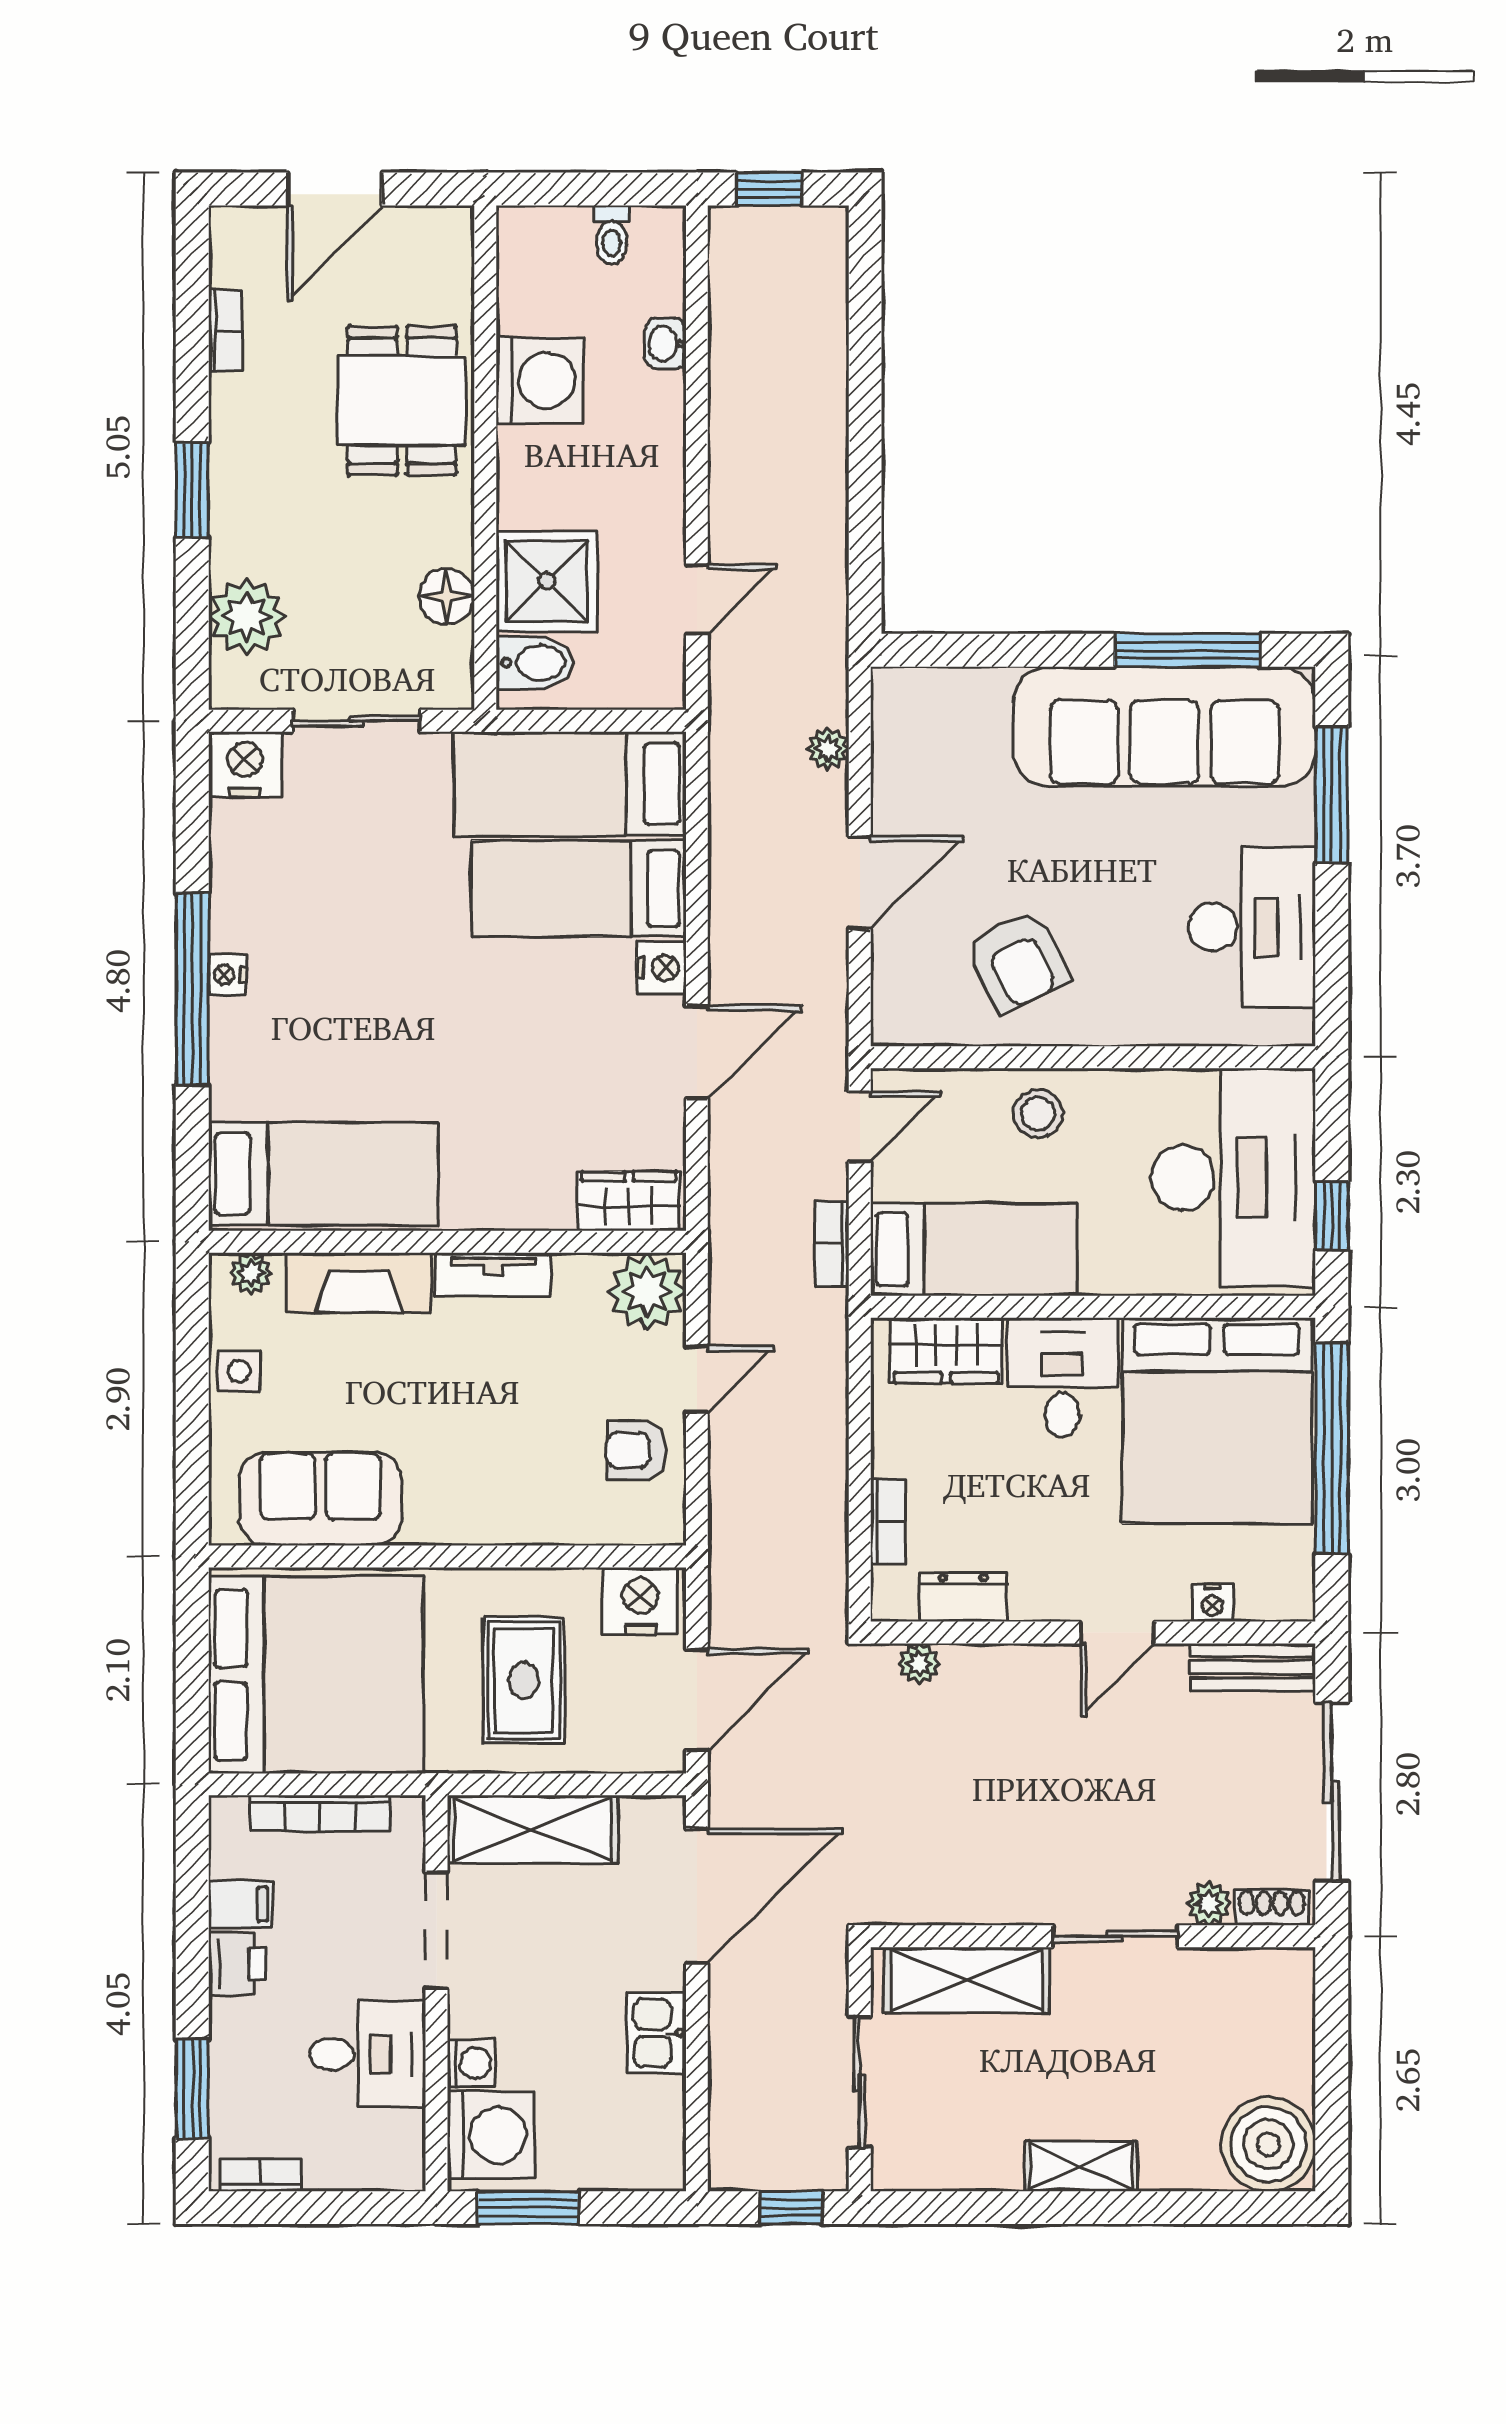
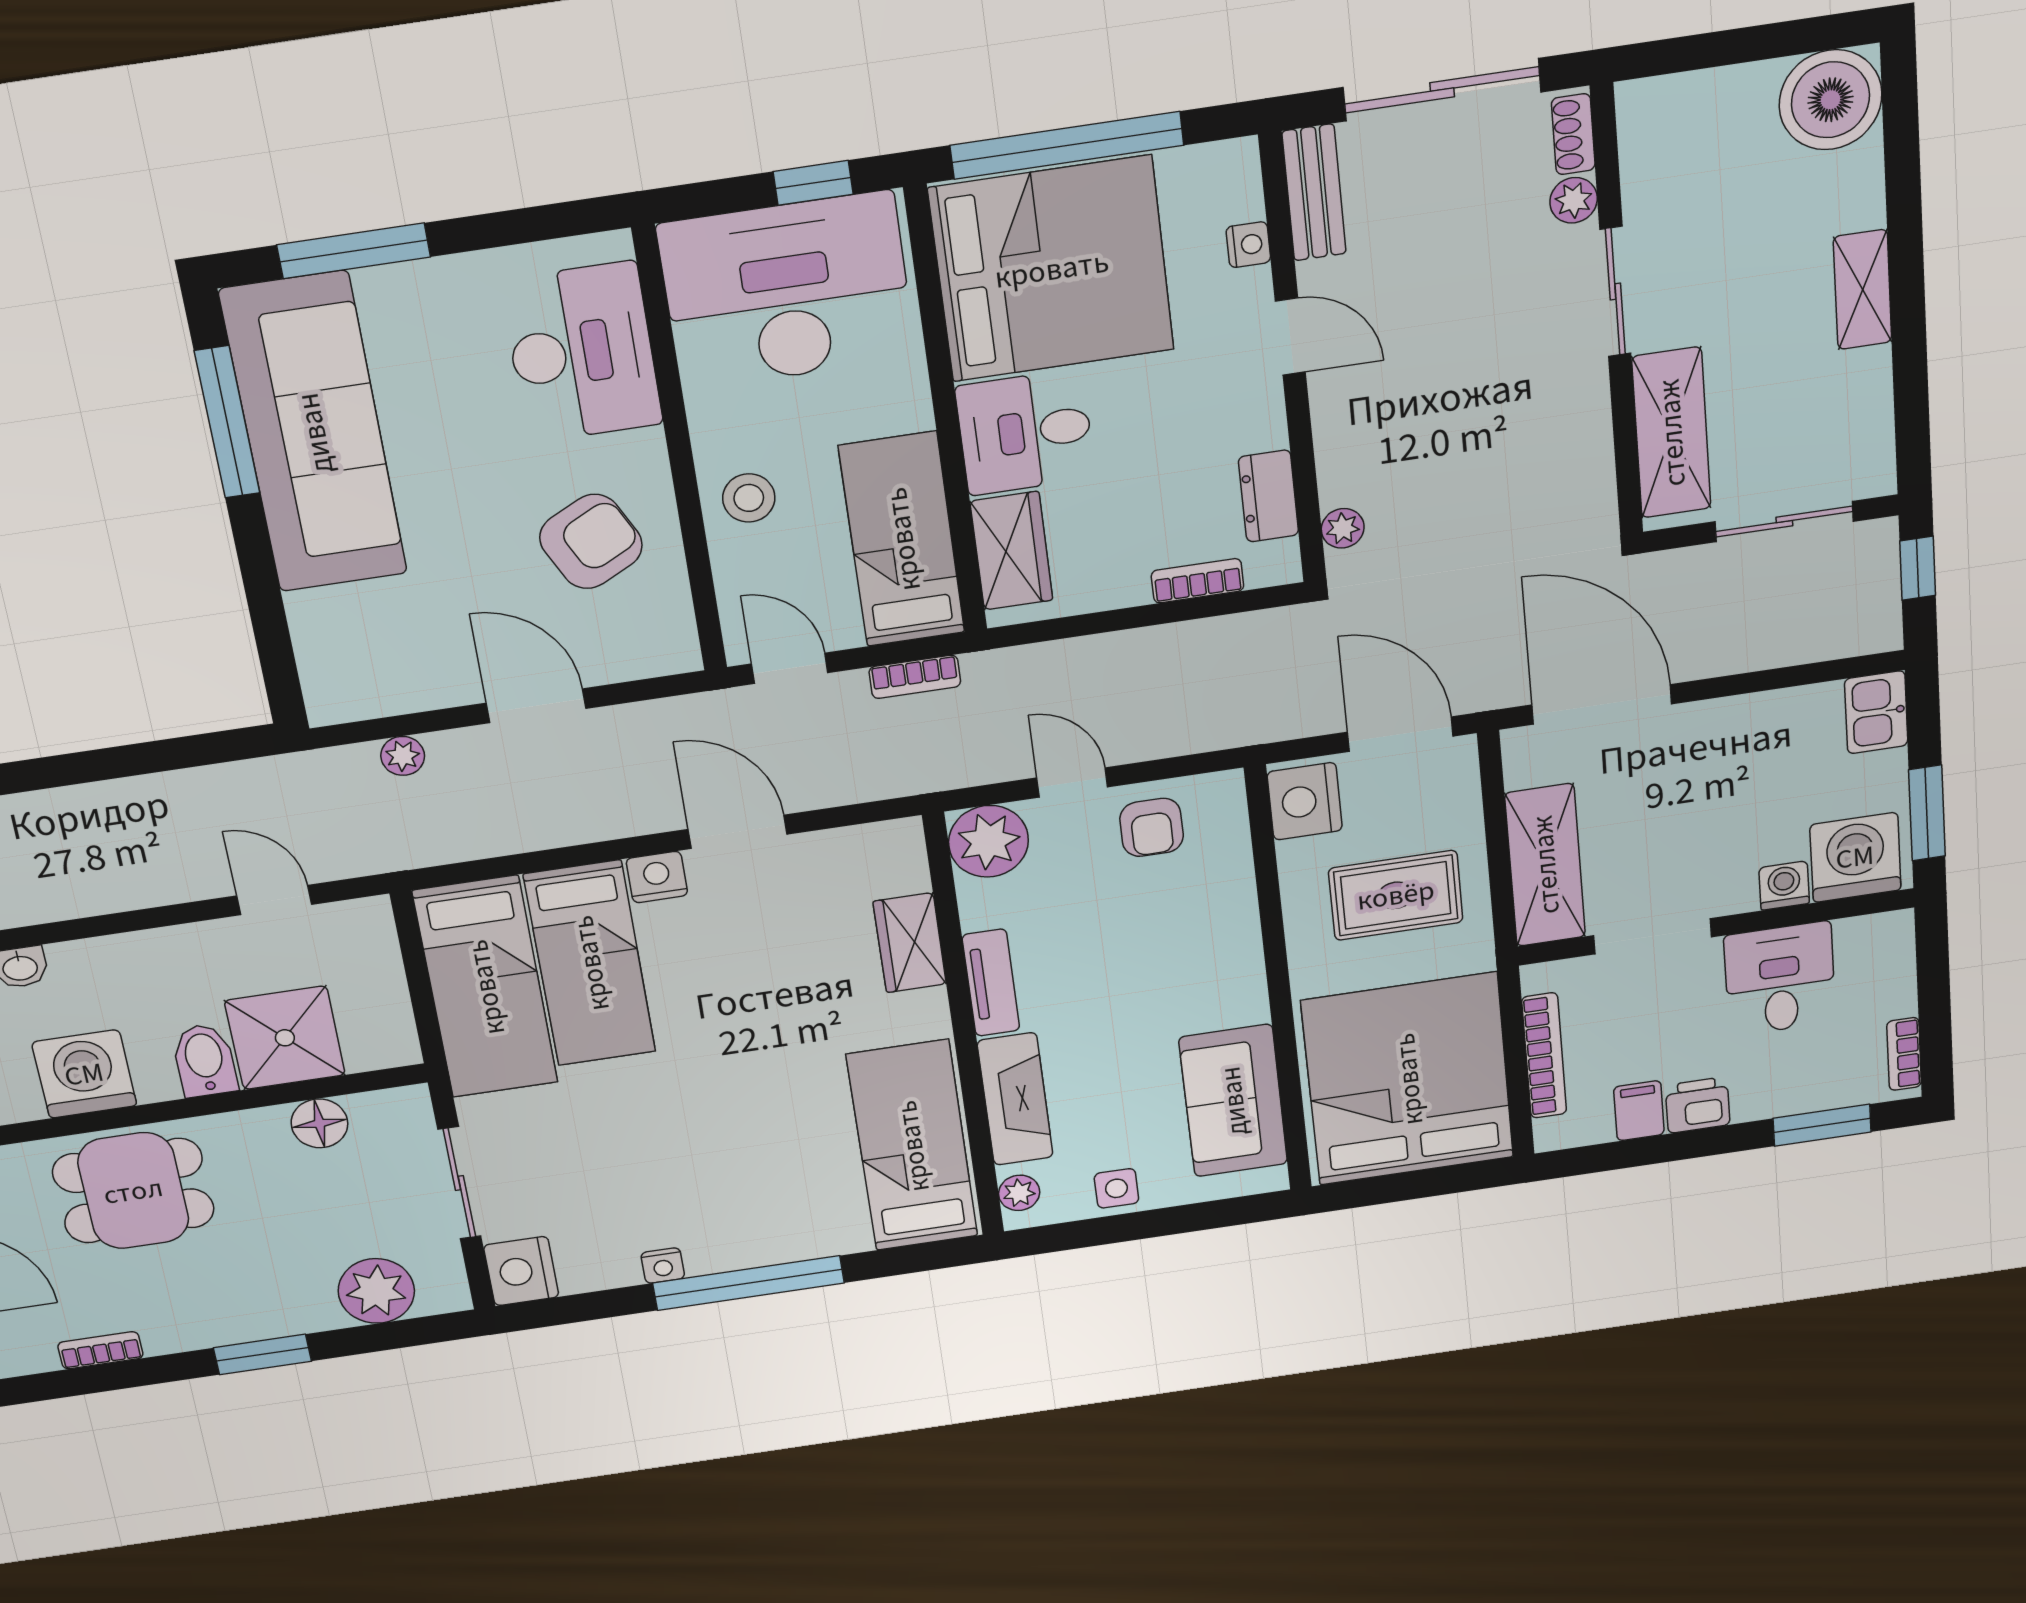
bidet: (535, 663) -> (205, 1060), moved
desk: (1252, 927) -> (582, 352), moved, turned 90
nightstand: (227, 975) -> (663, 1266), moved
wardrobe: (629, 1201) -> (910, 943), moved
kitchen sink: (657, 2033) -> (1876, 712), moved, turned 90

